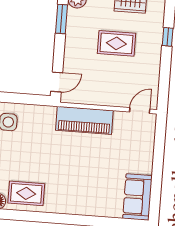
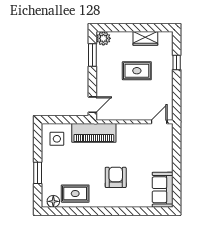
piano: (84, 120) -> (94, 133), moved
armchair: (79, 177) -> (116, 177), added

